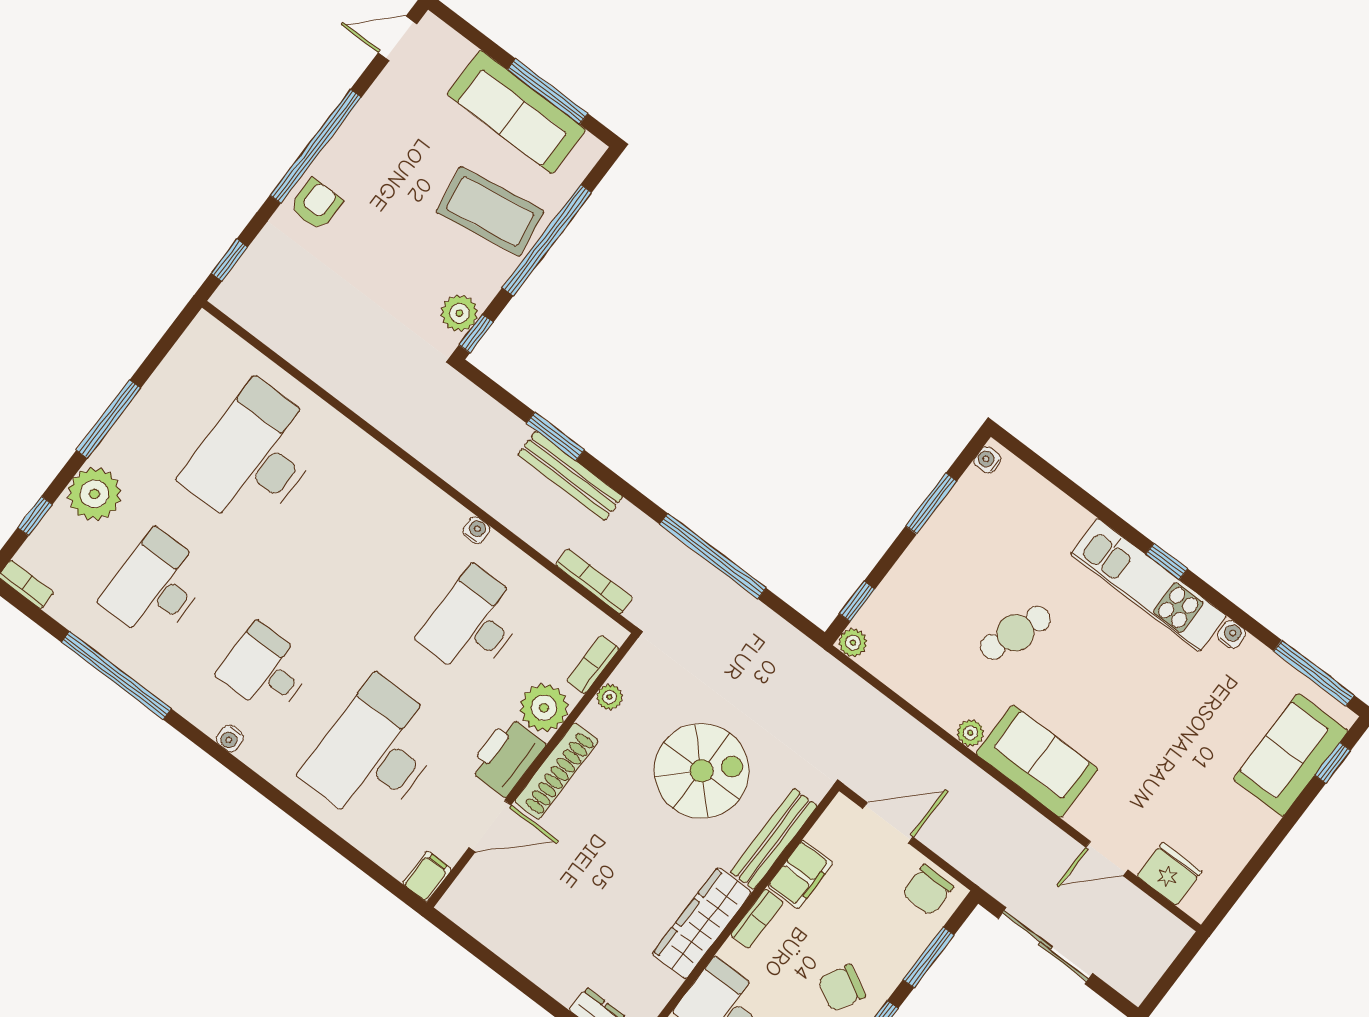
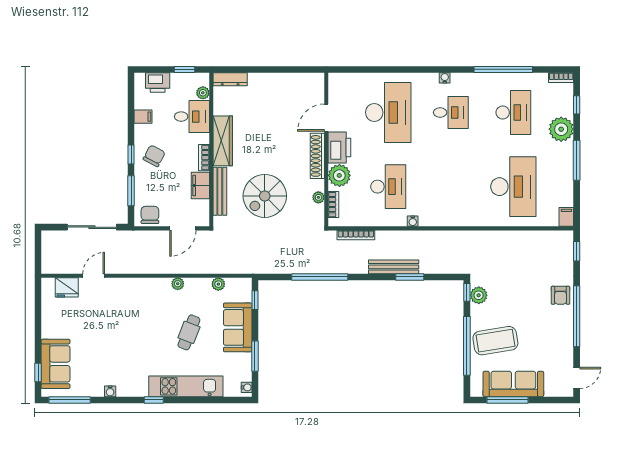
kitchen unit: (1148, 585) -> (186, 386), moved
plant: (853, 643) -> (218, 284), moved
sofa: (1037, 761) -> (238, 327), moved, turned 90
filing cabinet: (427, 876) -> (566, 217), moved, turned 180

